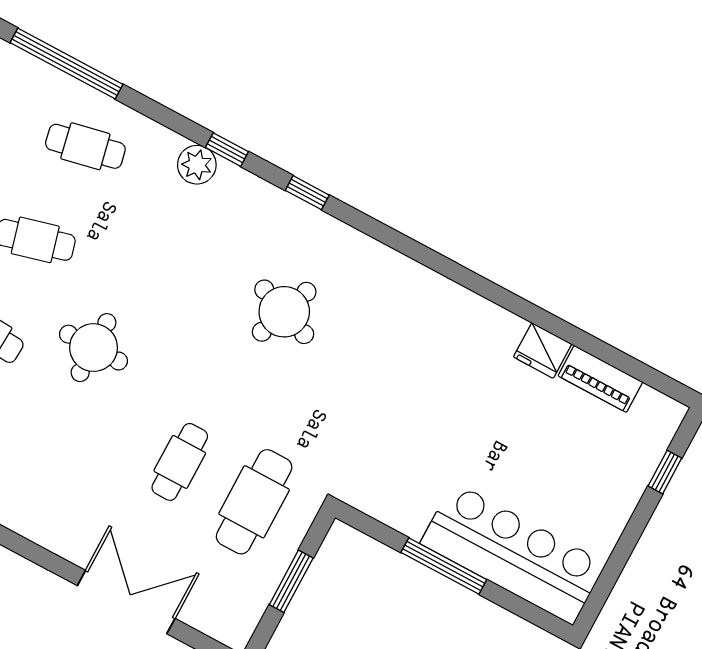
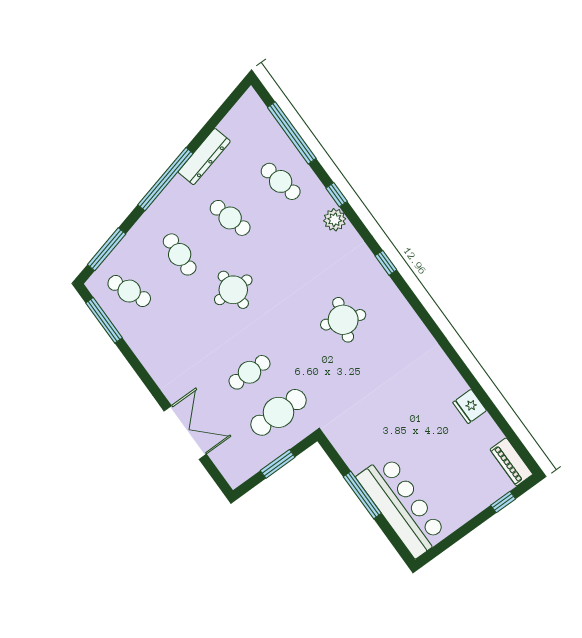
window: (227, 150) -> (337, 195), moved
piano: (600, 379) -> (511, 462), moved

